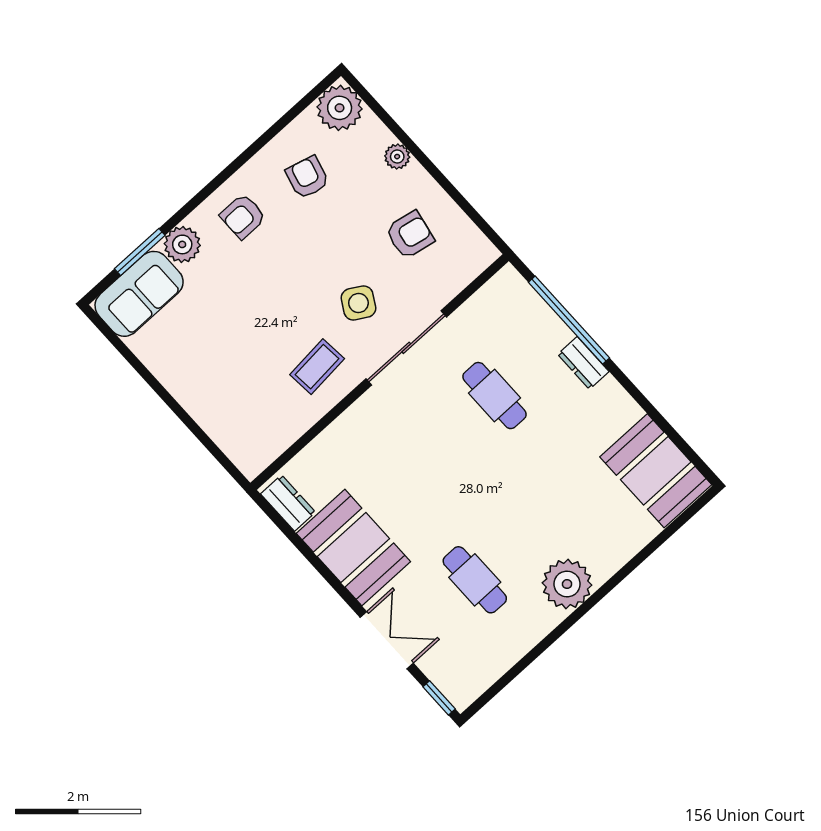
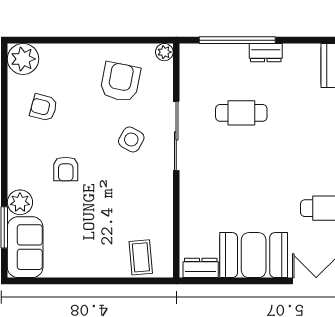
plant: (397, 157) -> (164, 52), moved
armchair: (243, 216) -> (66, 169), moved
armchair: (410, 235) -> (120, 82), width x1.38, depth x1.38
coffee table: (317, 367) -> (141, 257), moved

